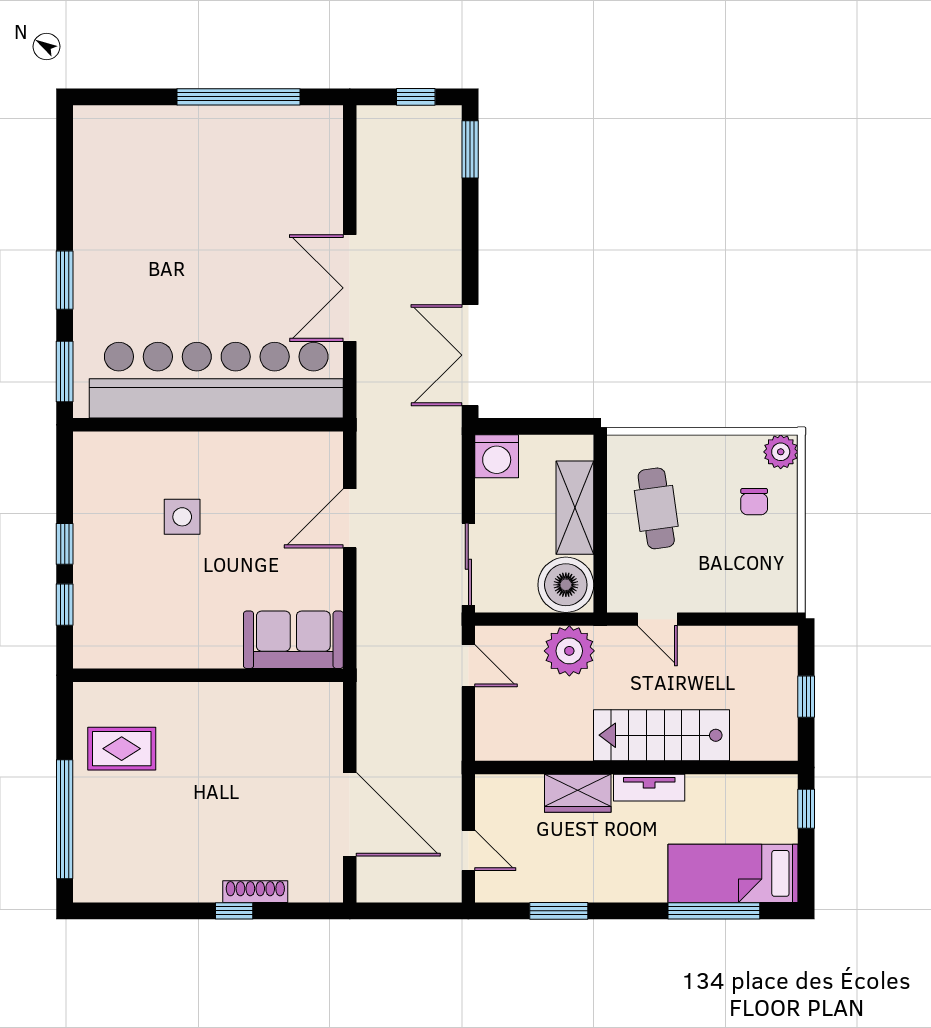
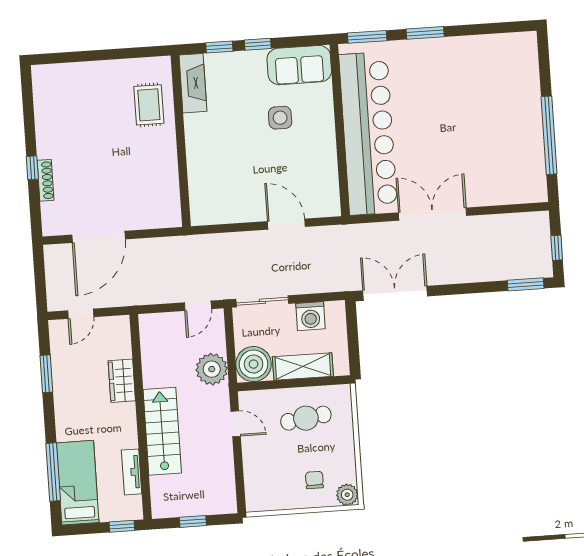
washing machine: (497, 456) -> (310, 316), moved, turned -90
chair: (754, 502) -> (314, 480), turned 90
door: (657, 619) -> (236, 424), swing flipped
sofa: (293, 640) -> (299, 65), moved, turned 90
fireplace: (119, 650) -> (193, 83), added
rug: (122, 749) -> (149, 105), moved
tv unit: (649, 788) -> (132, 472), moved
window: (65, 819) -> (83, 56), removed

